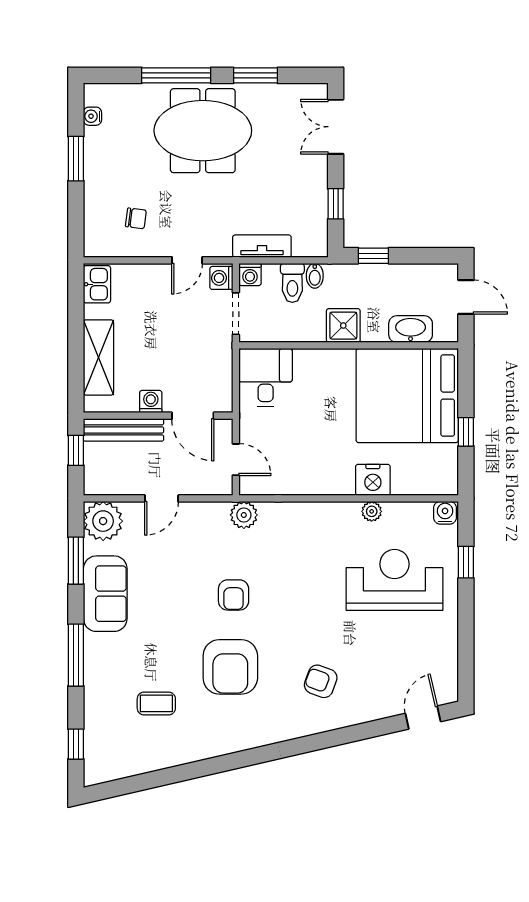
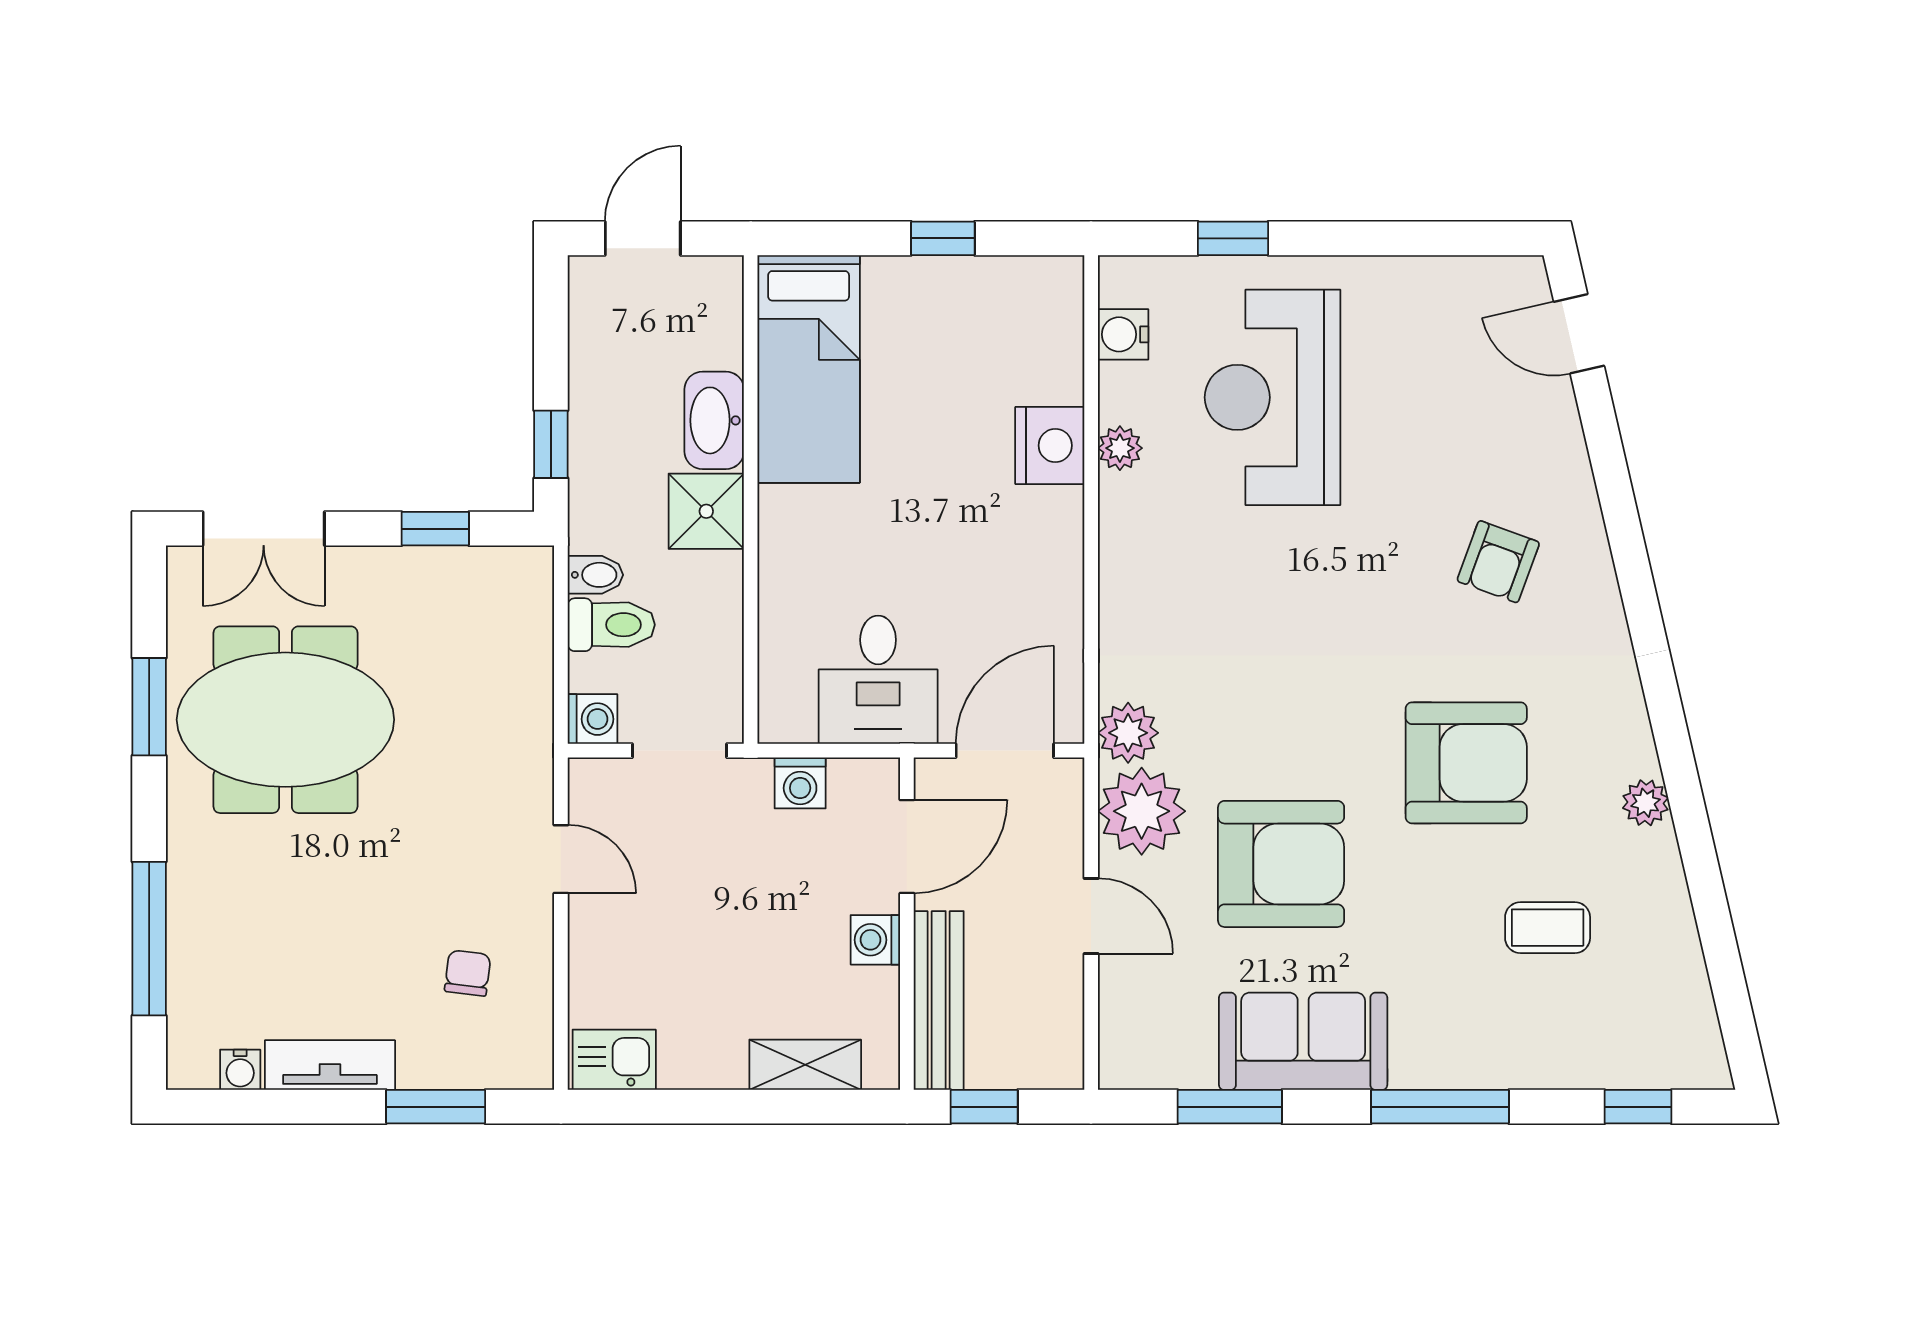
window: (176, 75) -> (149, 939), moved
meeting table: (203, 131) -> (285, 720), moved, turned 90
window: (76, 159) -> (436, 1107), moved
tv unit: (262, 246) -> (330, 1065), moved, turned 90
washing machine: (221, 278) -> (800, 783), moved
washbasin: (411, 329) -> (714, 420), moved
shelving: (98, 357) -> (805, 1065), width x0.67, depth x0.75
desk: (266, 377) -> (878, 680), moved, turned -90
bed: (407, 396) -> (809, 369), width x0.49
door: (236, 460) -> (1005, 751), width x1.38
water cooler: (445, 513) -> (1123, 334), moved
plant: (103, 521) -> (1142, 811), moved
armchair: (234, 595) -> (1281, 864), moved, width x1.88, depth x1.88
coffee table: (156, 703) -> (1548, 928), turned 90
plant: (212, 747) -> (1646, 803), added

